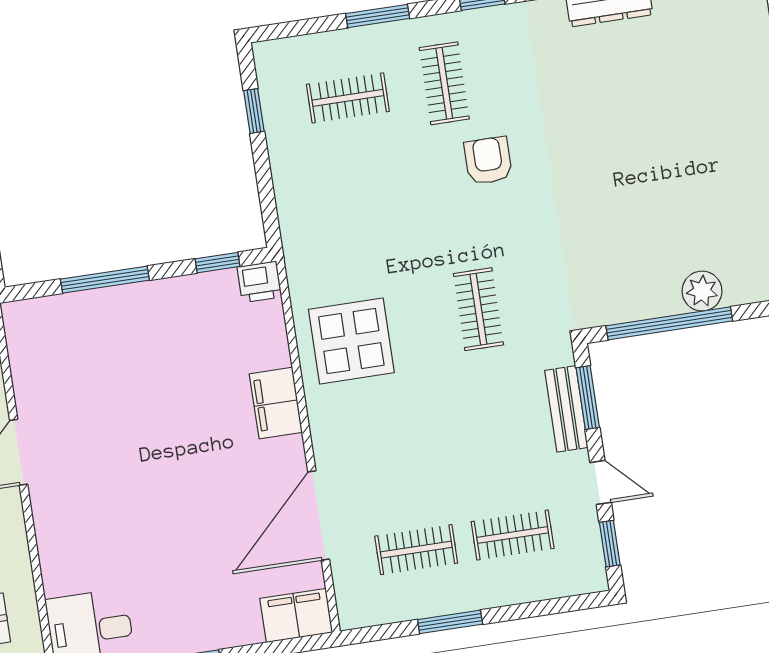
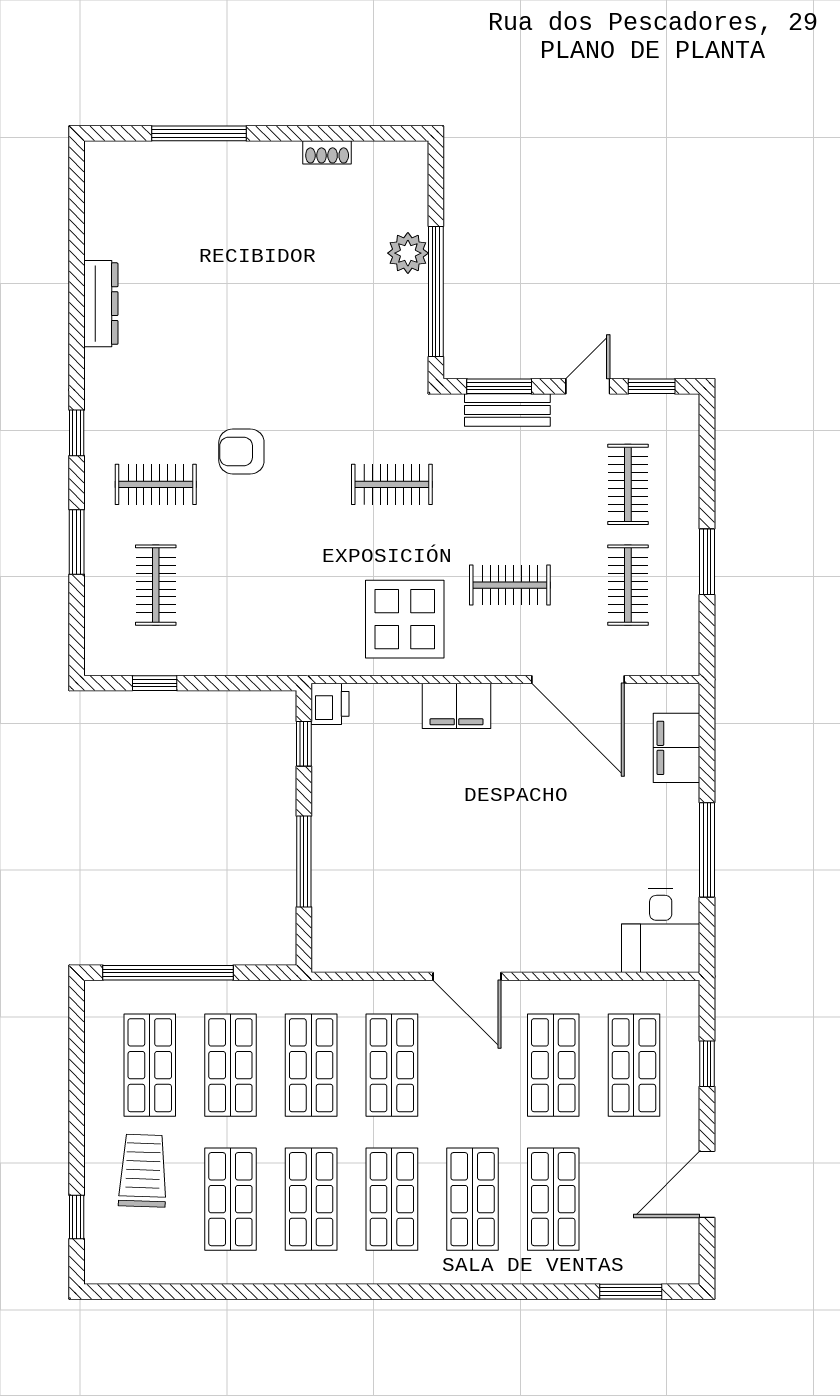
clothes rail: (399, 437) -> (510, 585), added
filing cabinet: (296, 615) -> (677, 748), moved

